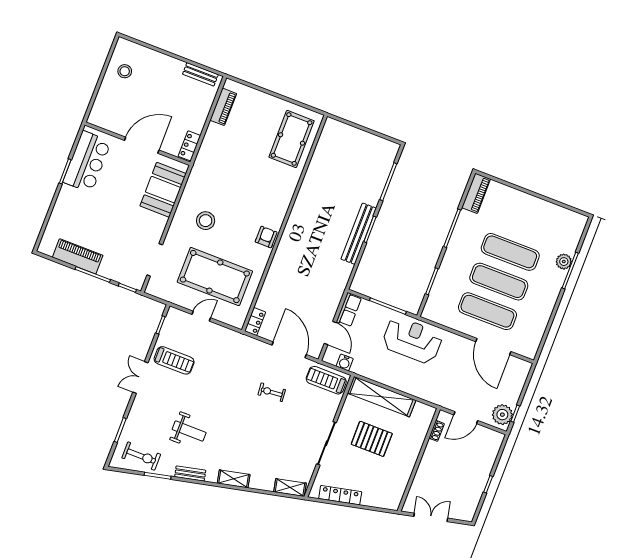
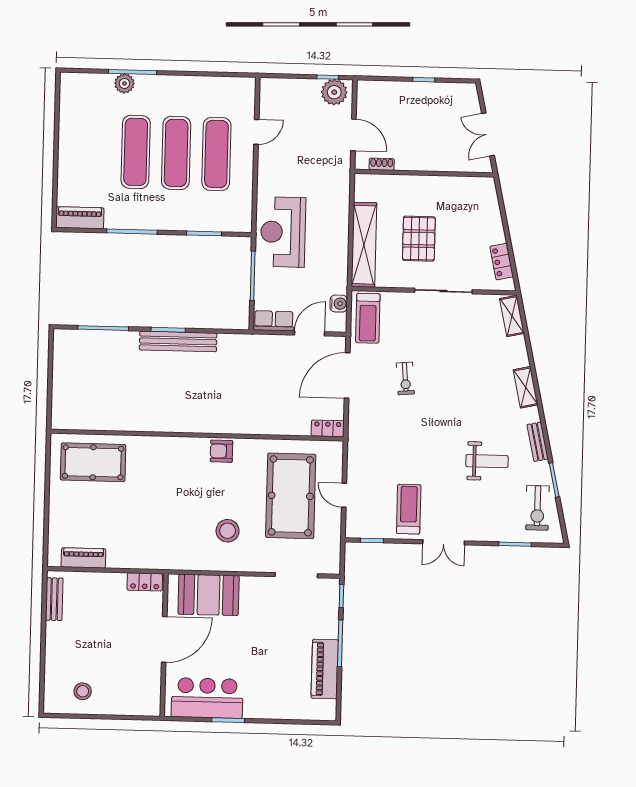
door: (142, 145) -> (164, 639), swing flipped
door: (493, 347) -> (256, 132), width x0.53
weight bench: (189, 431) -> (487, 461), turned 90
exercise bike: (141, 456) -> (537, 508), turned 180
locker: (340, 495) -> (502, 262), width x0.66

